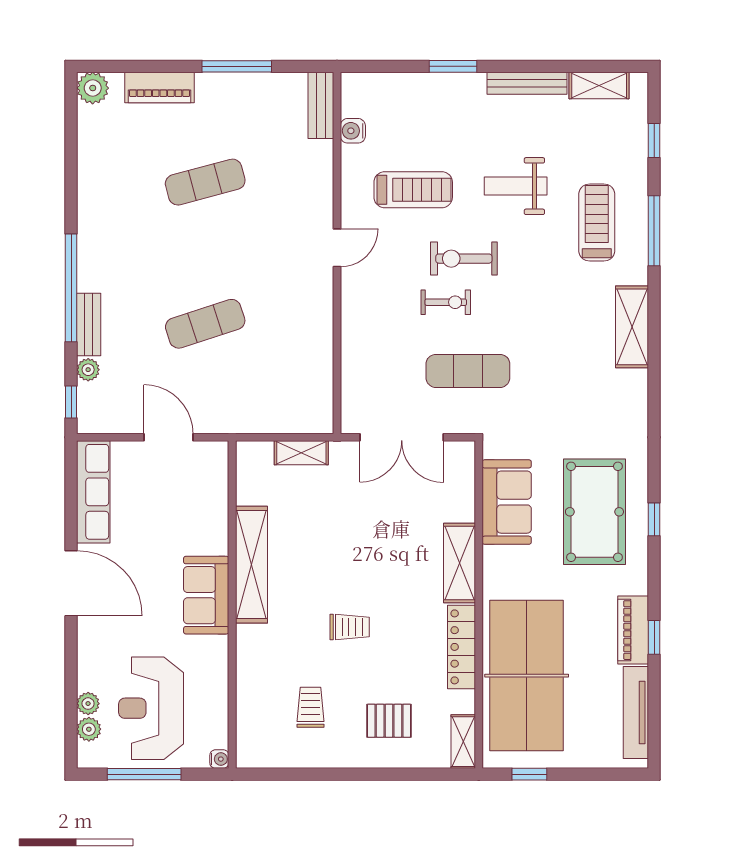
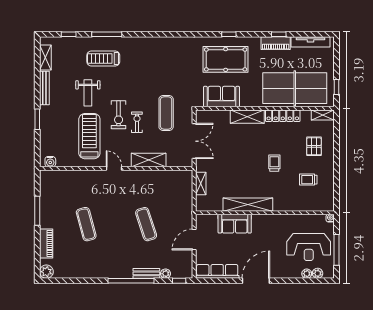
bench: (321, 105) -> (54, 175), removed
water cooler: (353, 131) -> (50, 162), moved
treadmill: (413, 190) -> (89, 136), width x1.37, depth x1.37
shelving: (632, 327) -> (149, 160), moved
sofa: (206, 595) -> (235, 224), moved

